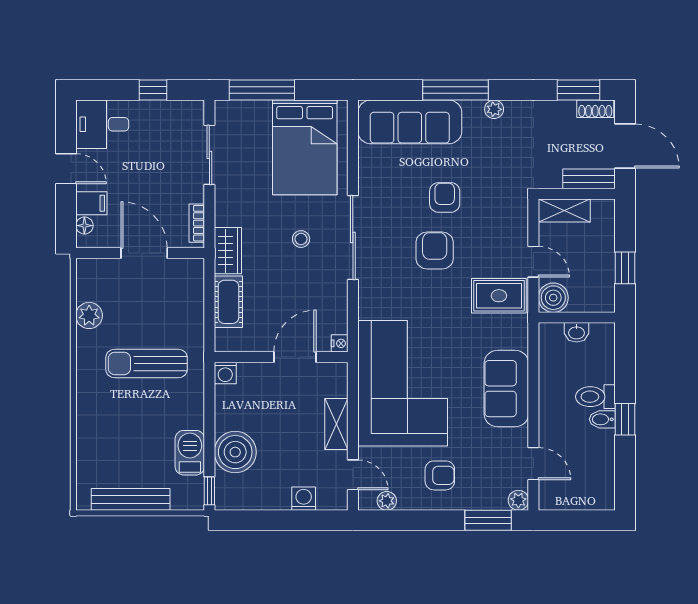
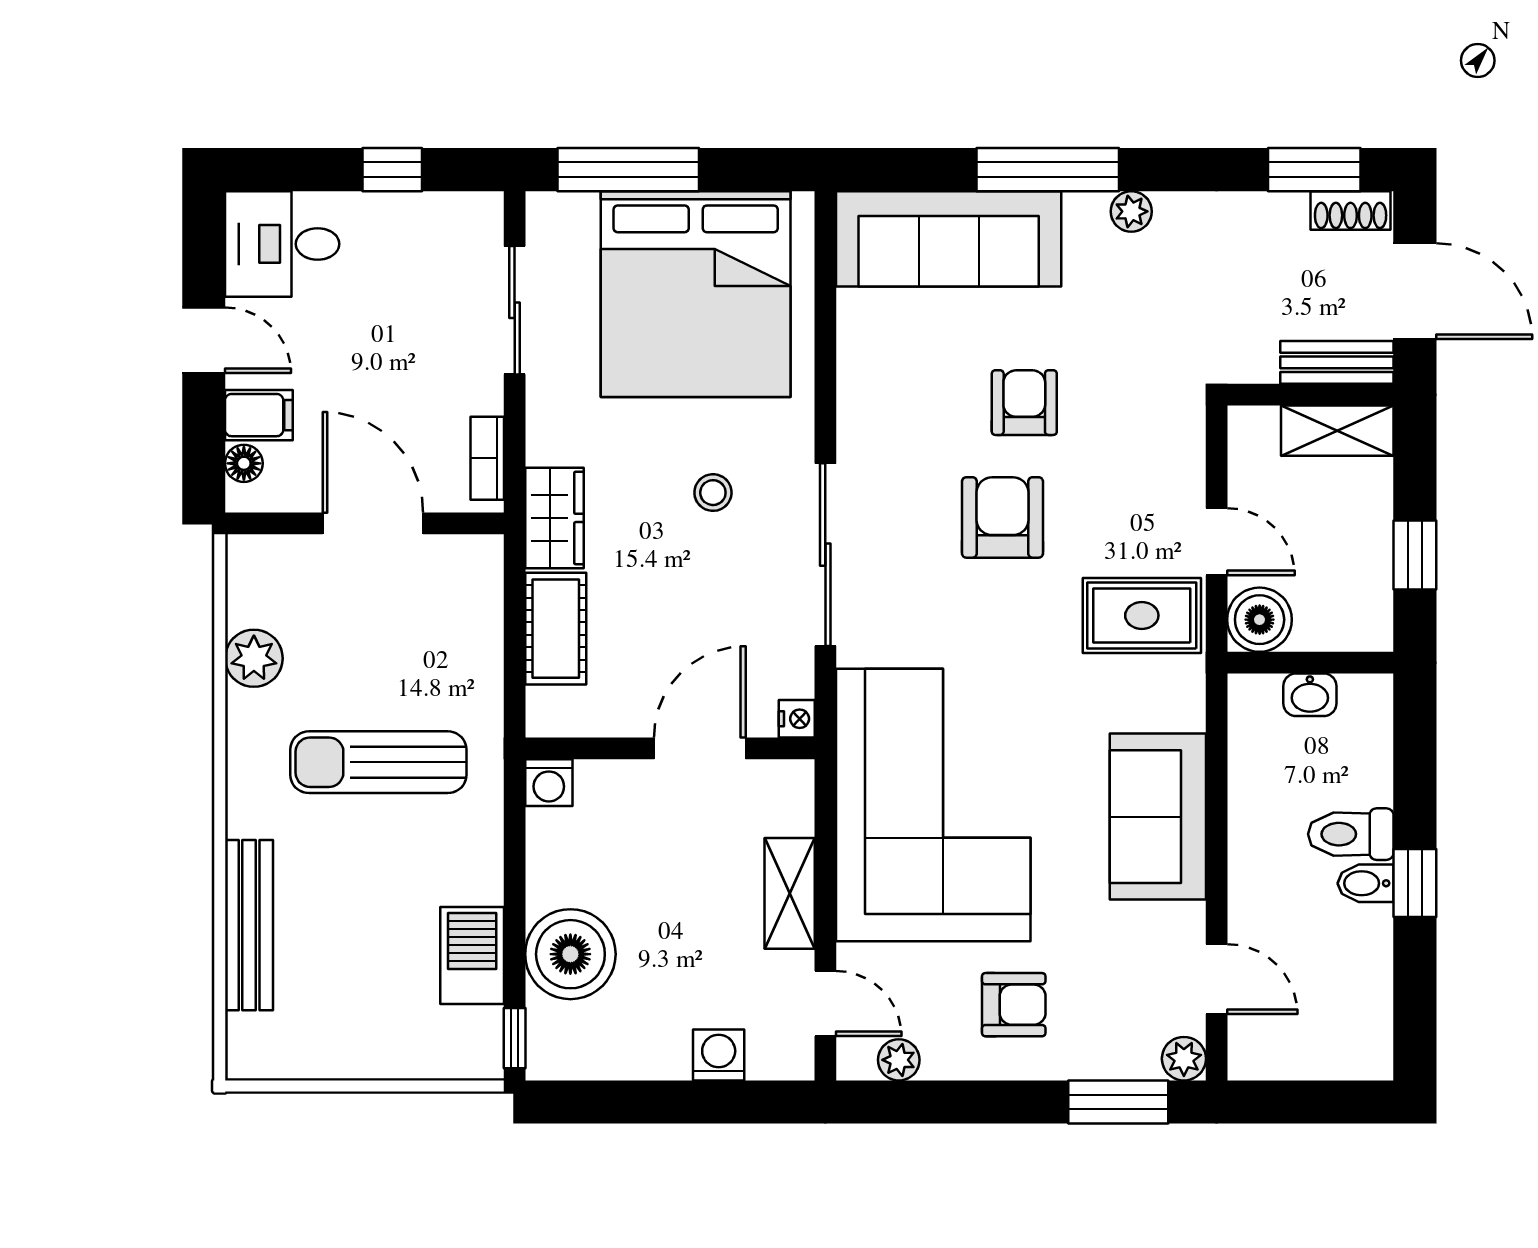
bed: (305, 147) -> (696, 294), width x1.36
shelving: (564, 210) -> (1337, 431), moved
sliding door: (353, 237) -> (825, 555), moved
bench: (131, 499) -> (249, 925), moved, turned 90

